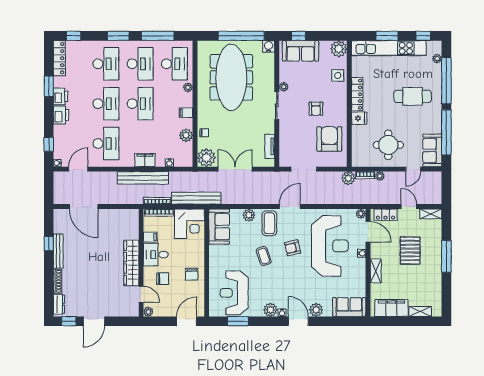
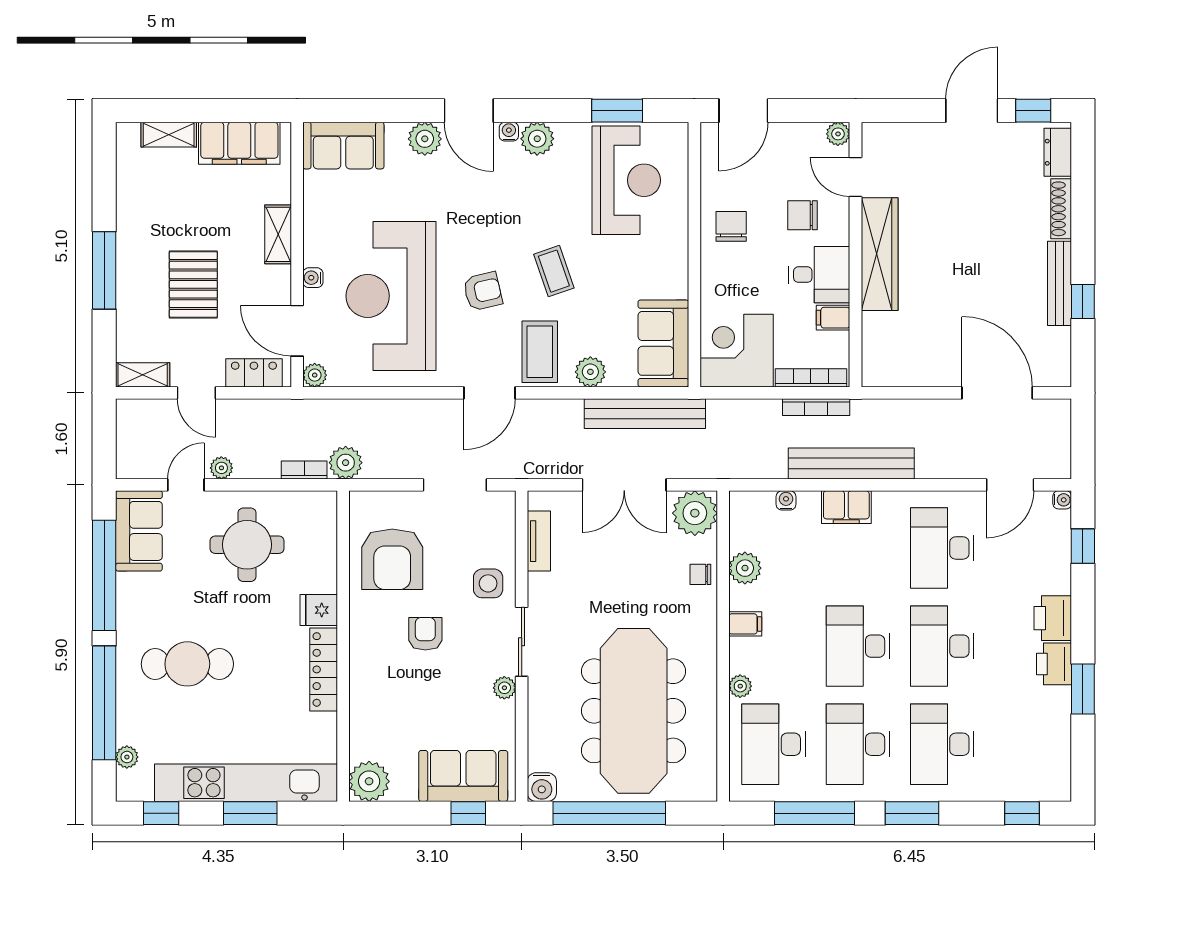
locker: (59, 58) -> (1057, 758), removed
side table: (338, 75) -> (488, 583), moved
plant: (380, 176) -> (221, 468), moved
bench: (196, 198) -> (645, 414), moved

